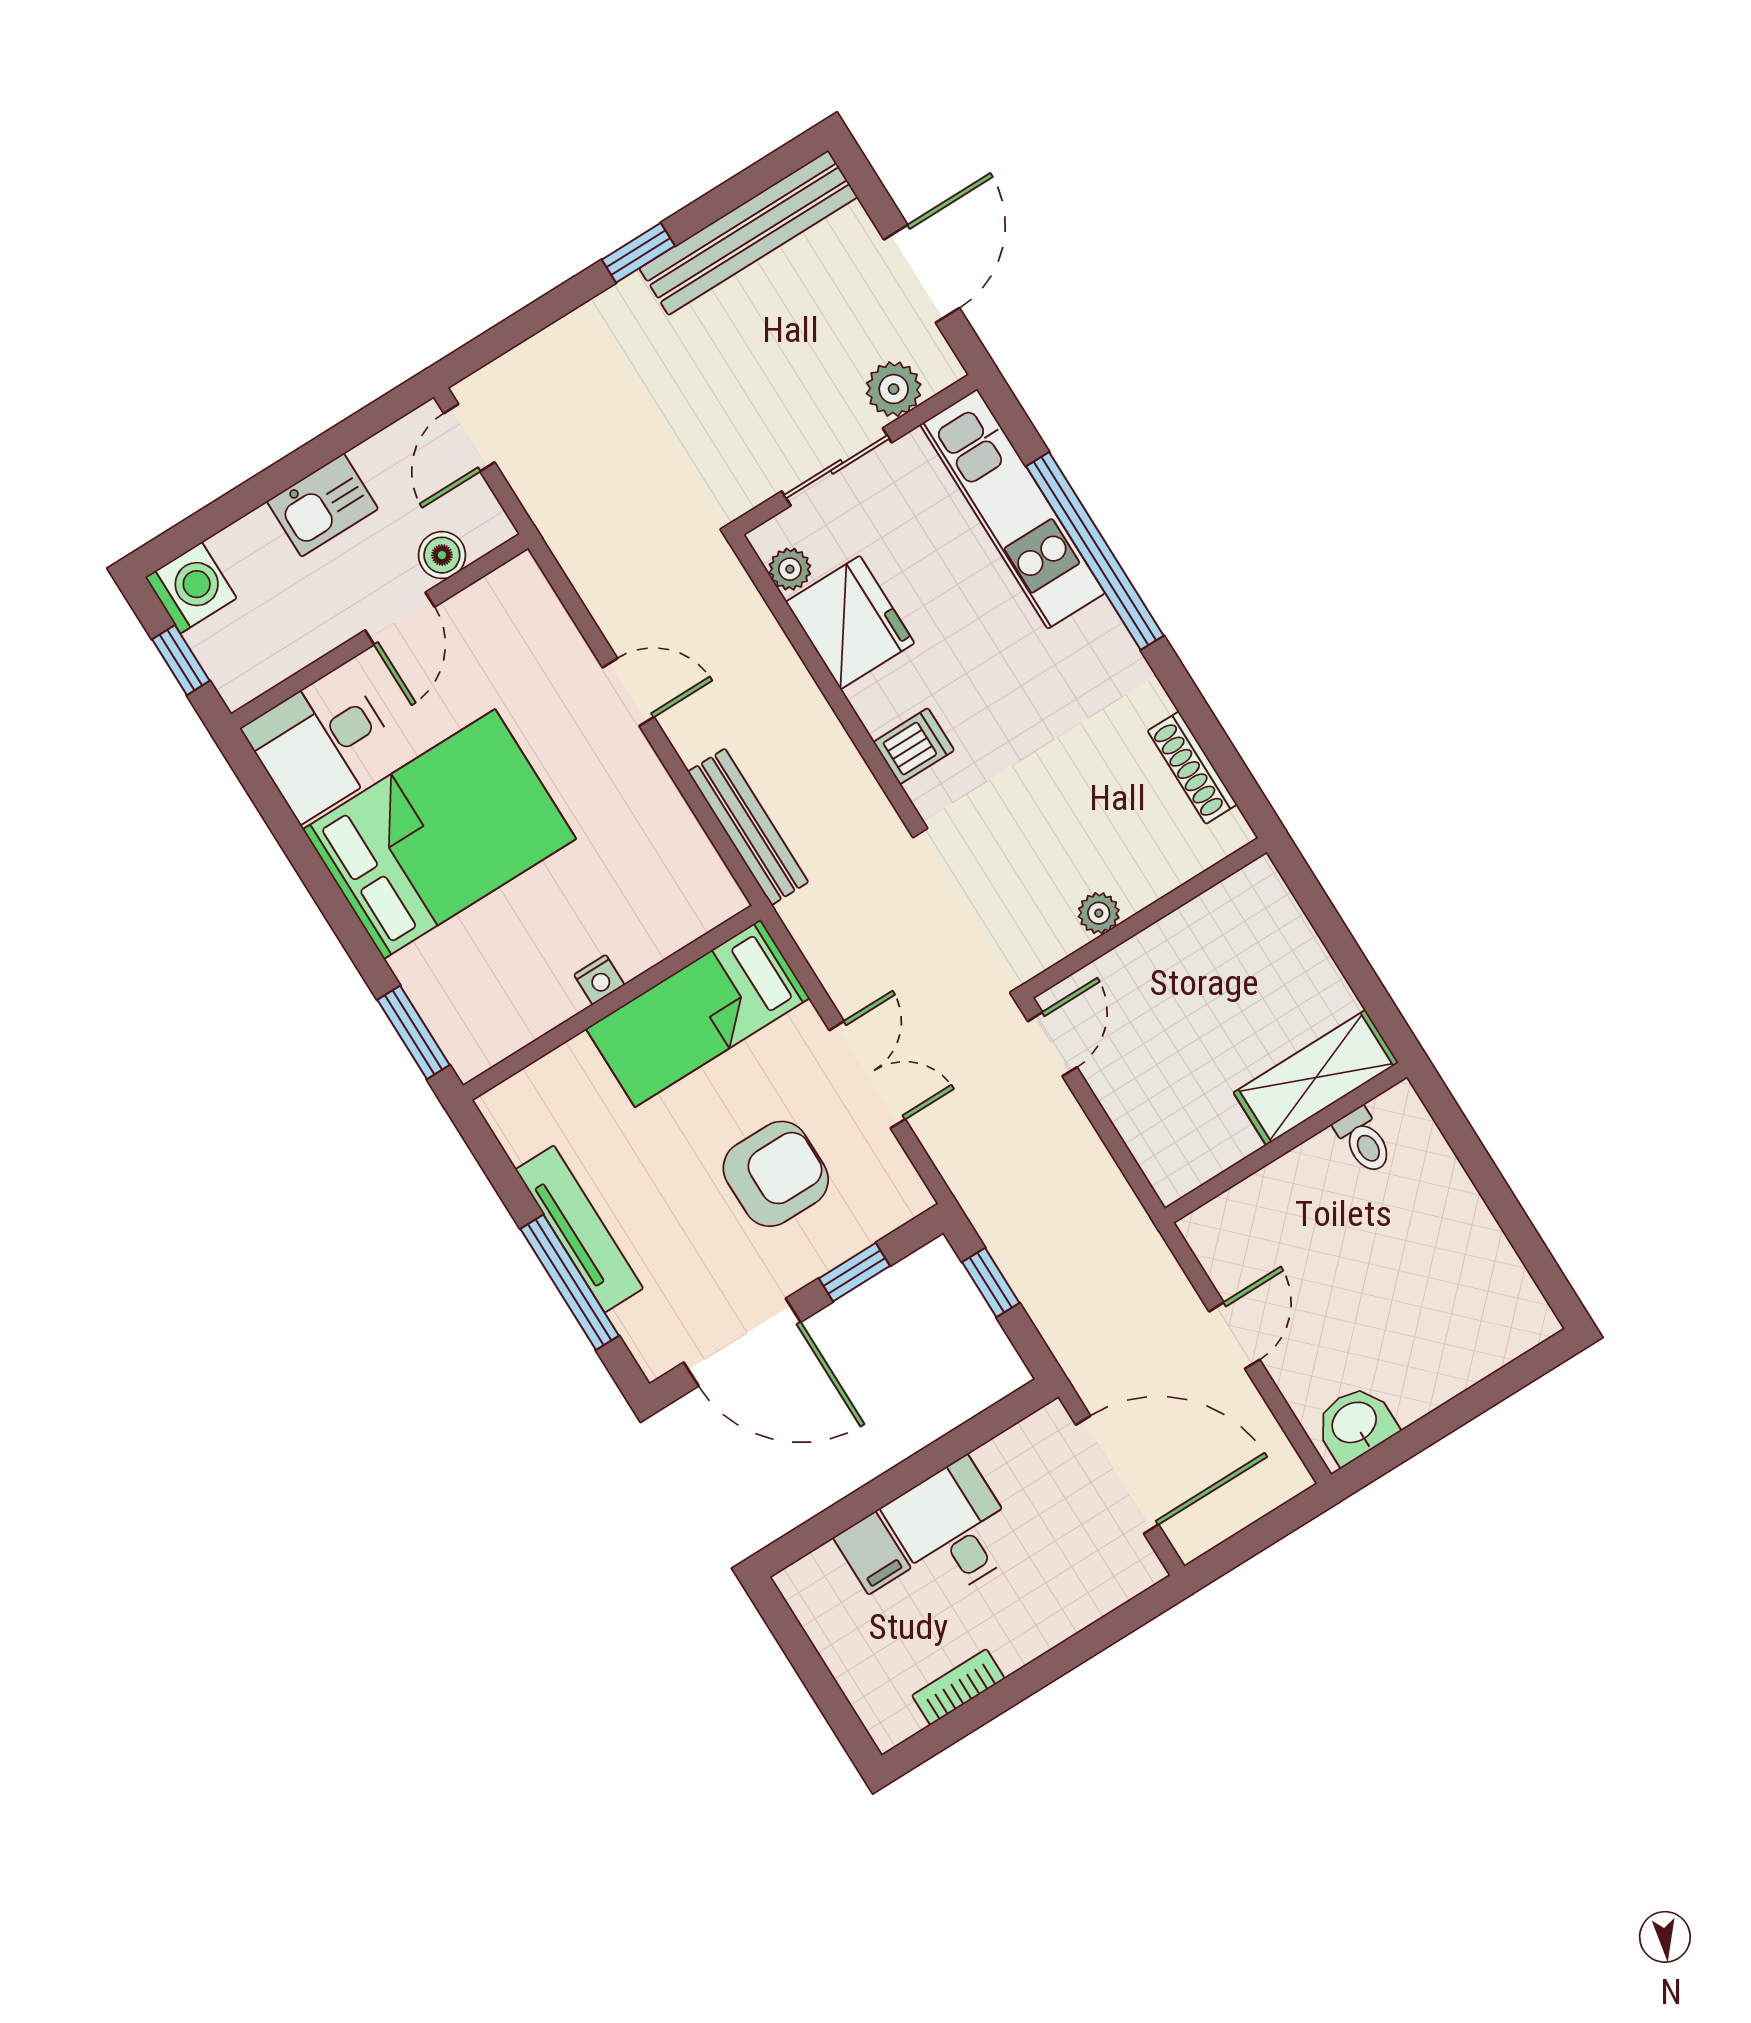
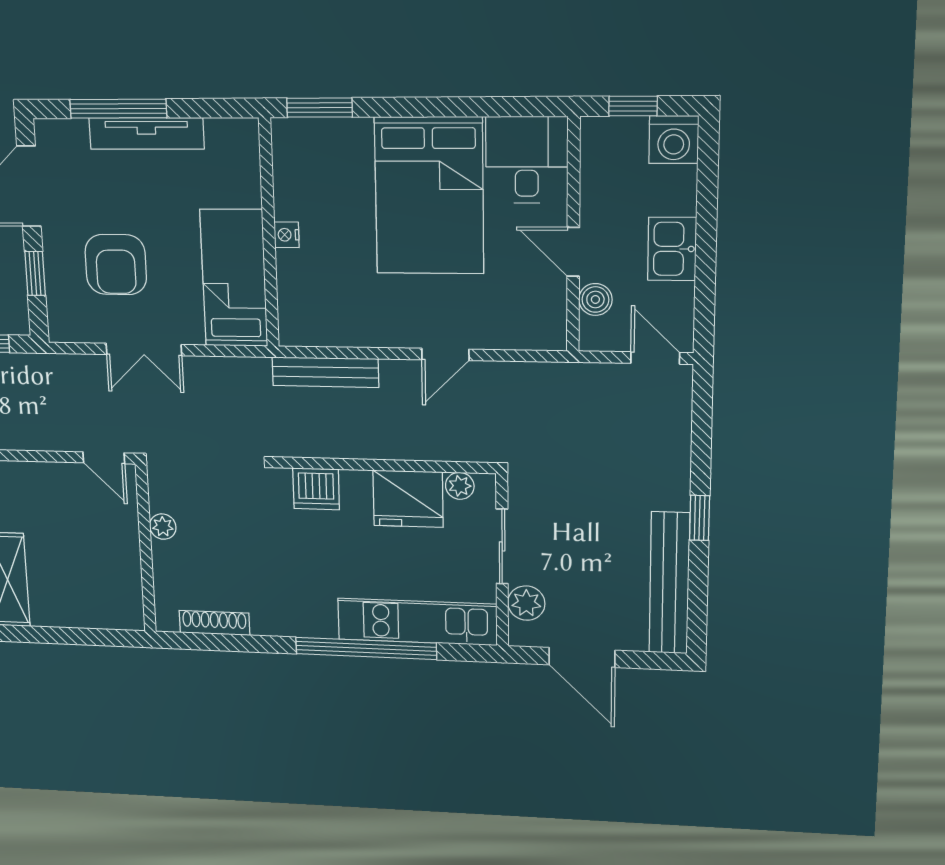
dishwasher: (914, 746) -> (316, 489), width x1.38

